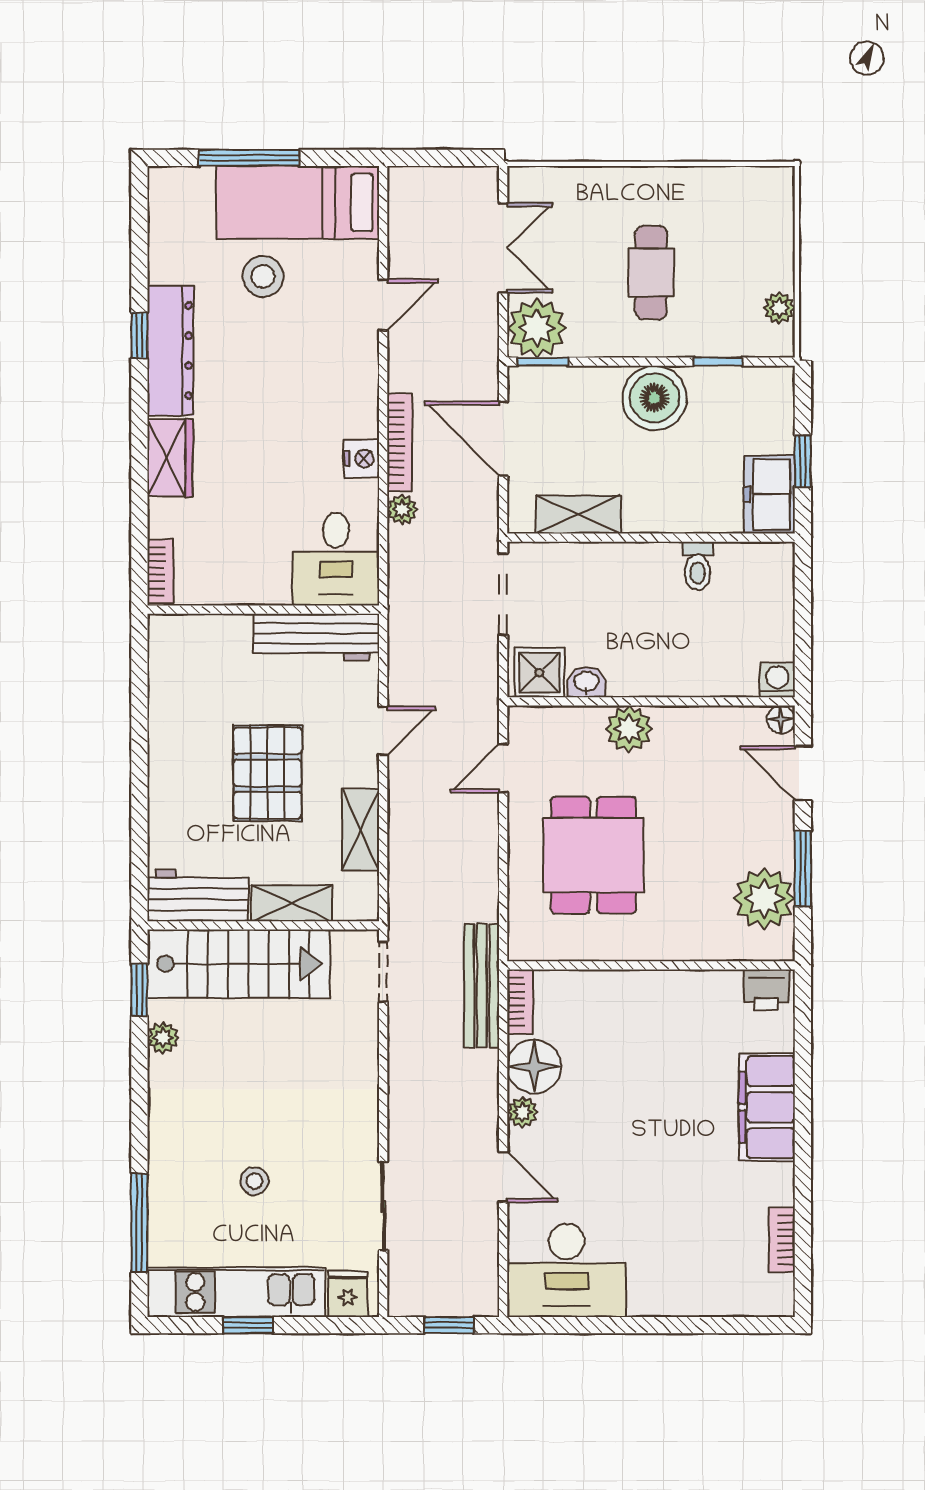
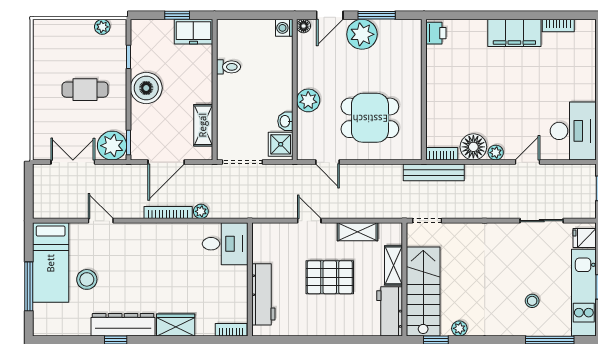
nightstand: (362, 459) -> (176, 231), removed
workbench: (316, 637) -> (263, 294), moved
plant: (764, 899) -> (362, 34), moved
filing cabinet: (767, 1107) -> (514, 33), moved
stool: (254, 1181) -> (532, 301), moved

